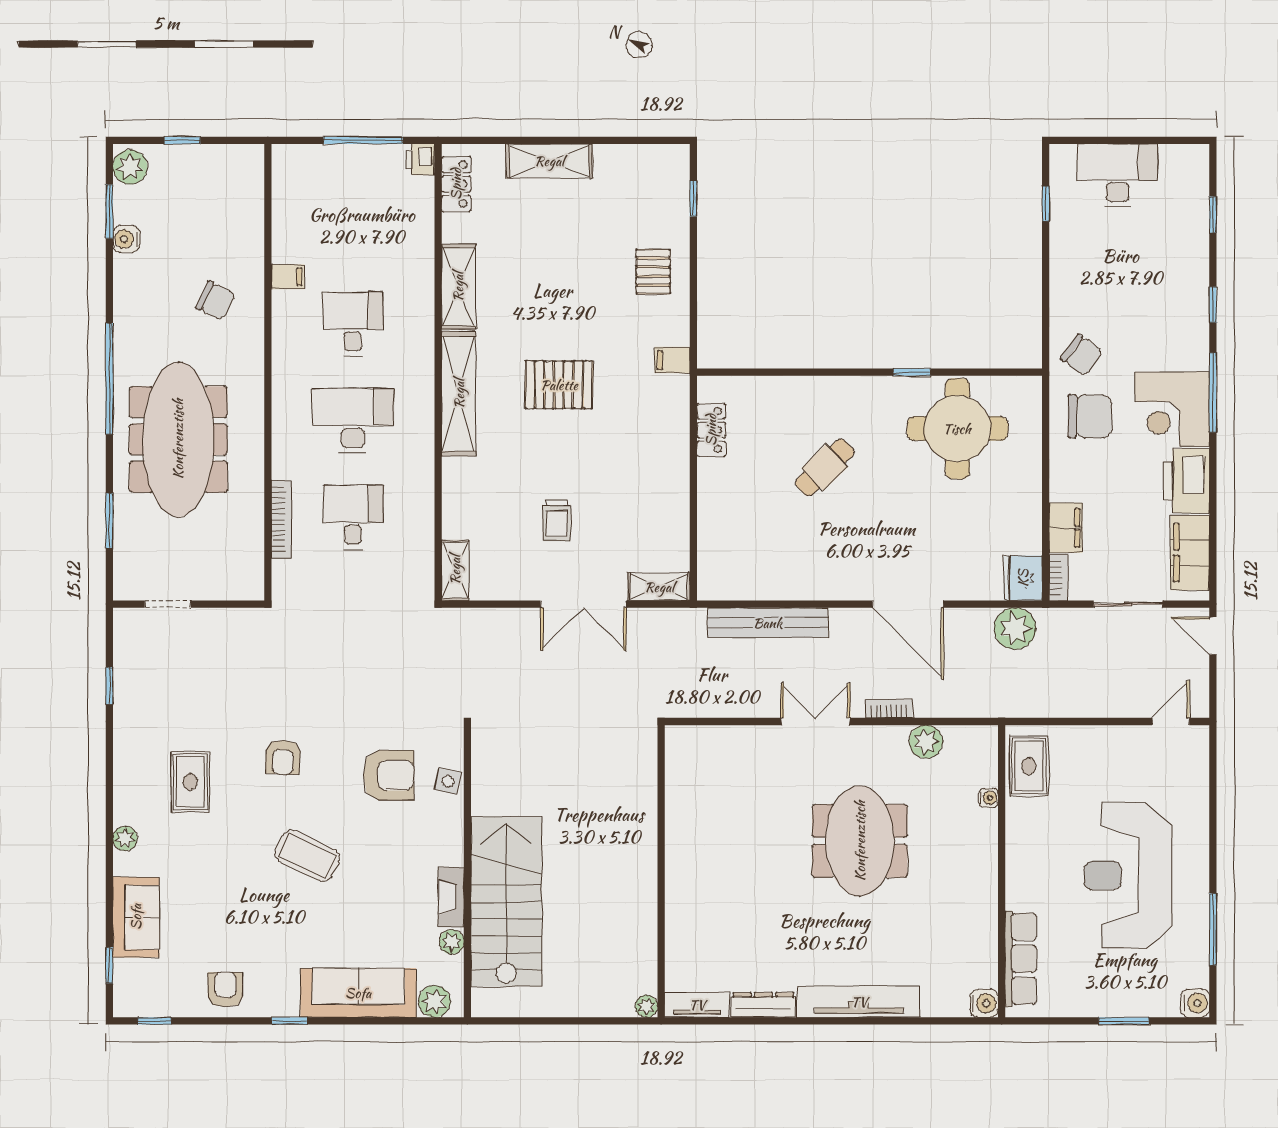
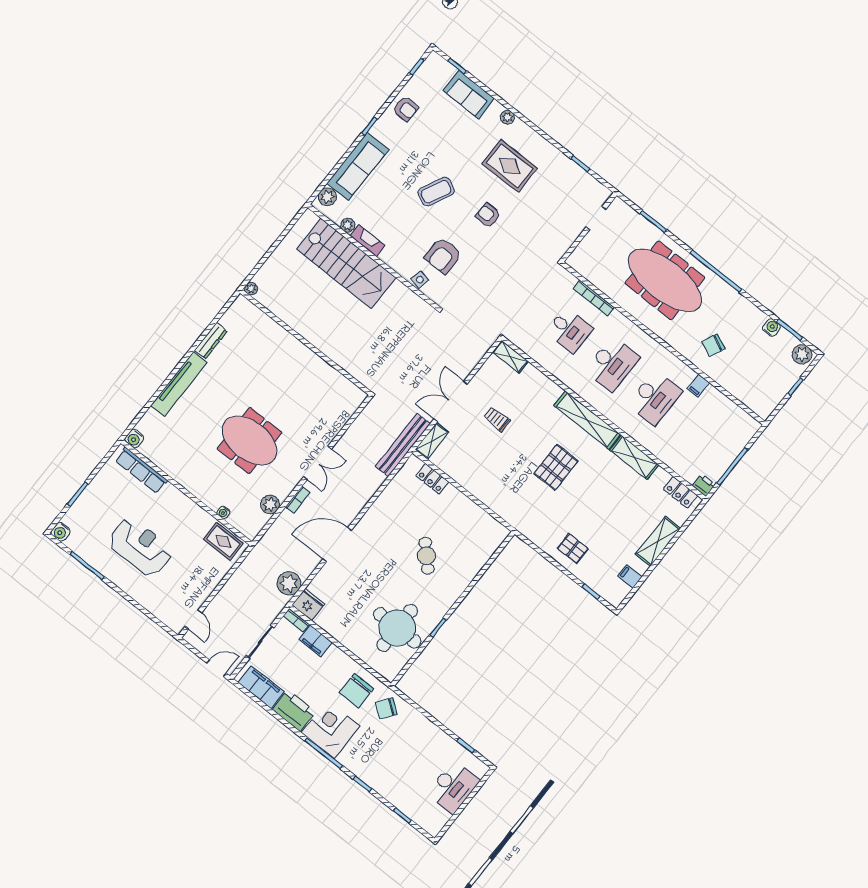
desk: (353, 324) -> (655, 398), width x1.37
filing cabinet: (672, 360) -> (630, 576), moved, turned -90
locker: (711, 430) -> (432, 479), moved
bench: (768, 623) -> (403, 445), moved
rug: (190, 782) -> (510, 166), width x1.36, depth x1.43
reception desk: (1128, 875) -> (140, 547), width x0.74, depth x0.77
tv unit: (697, 1005) -> (234, 311), removed

